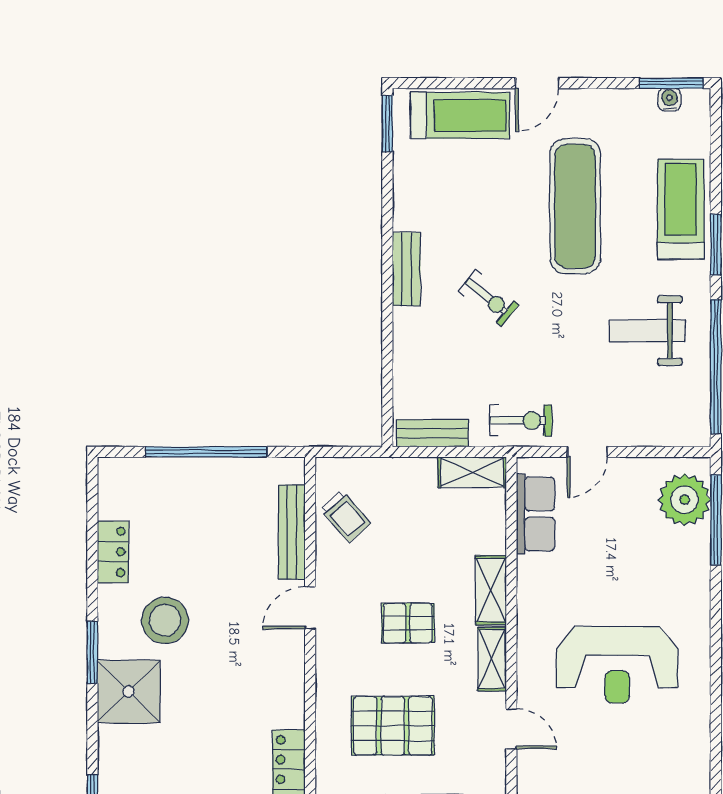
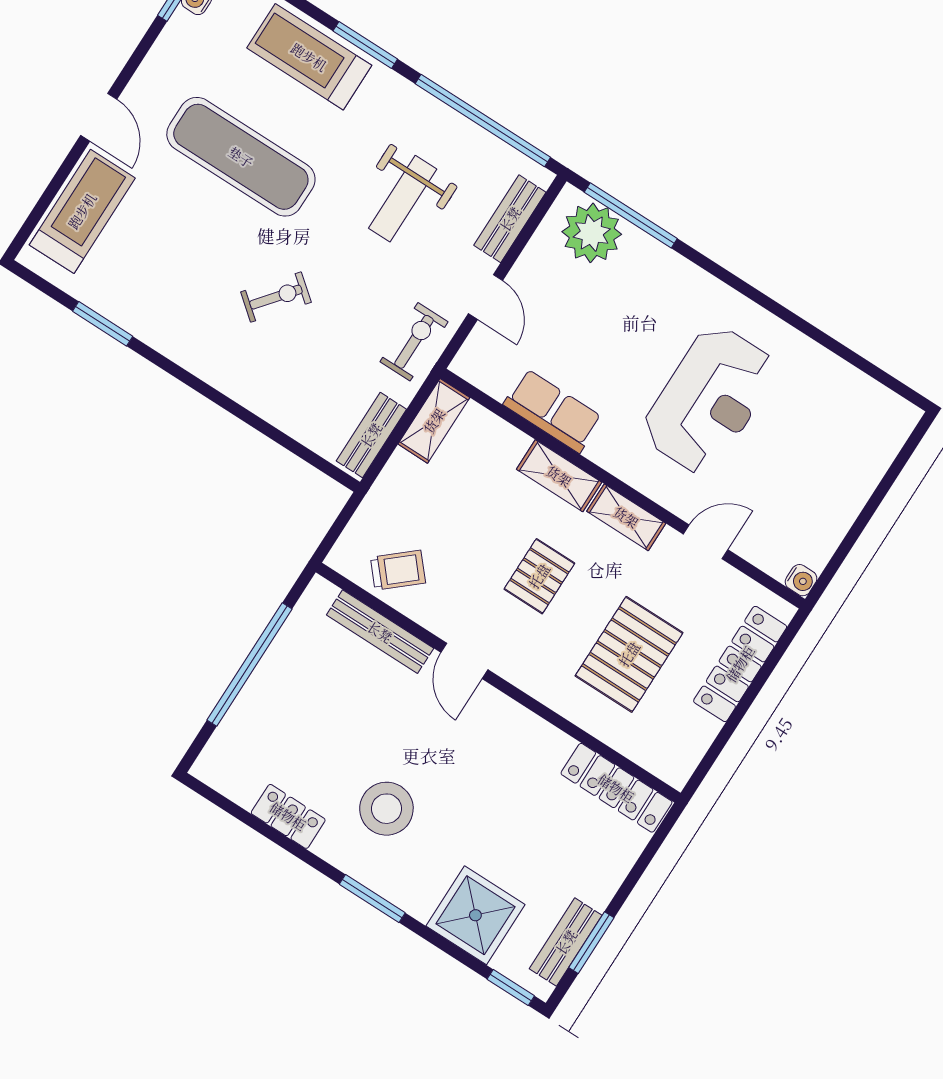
window: (387, 124) -> (103, 324), moved
bench: (406, 269) -> (510, 219), moved, turned 90
weight bench: (647, 331) -> (403, 199), moved
row of seats: (535, 514) -> (553, 411), moved
shower: (129, 692) -> (475, 915), moved

